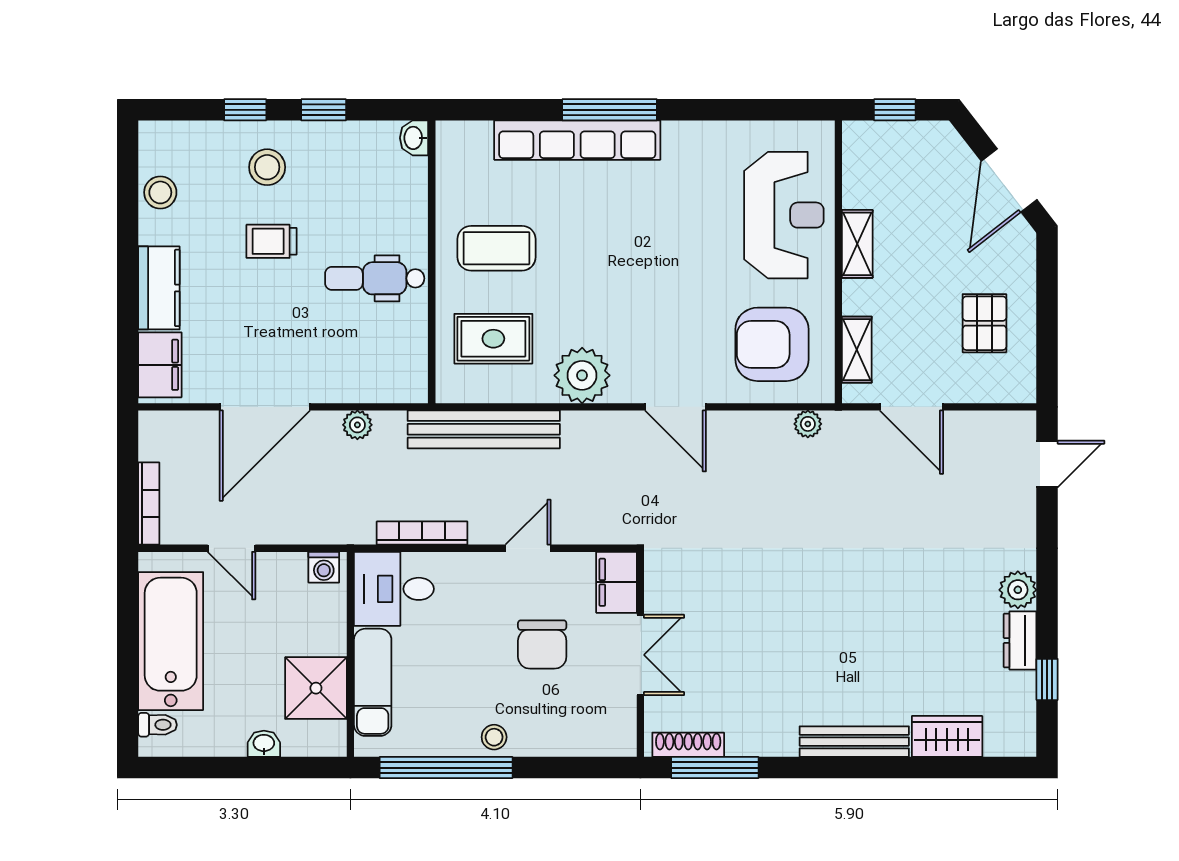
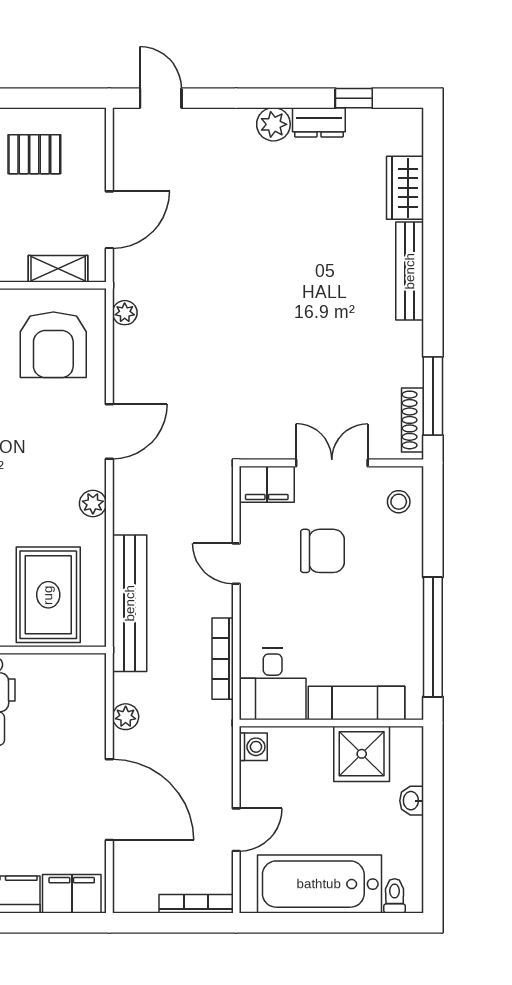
rug: (493, 339) -> (48, 595), width x1.36, depth x1.43
plant: (582, 375) -> (93, 504), width x0.53, depth x0.53
stool: (494, 737) -> (399, 502), moved

